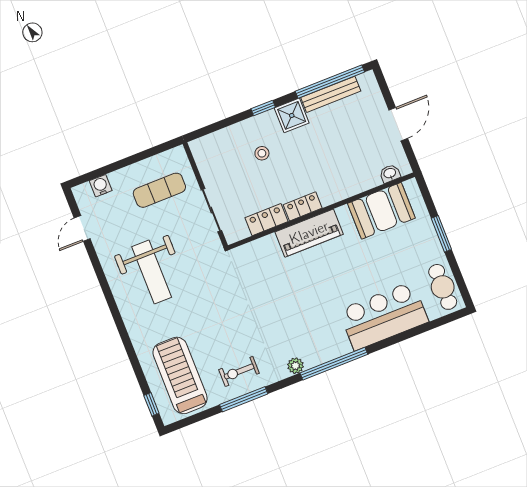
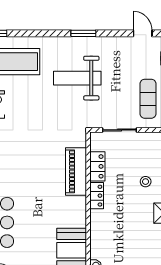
piano: (309, 233) -> (76, 171), moved
weight bench: (152, 272) -> (77, 78), moved
window: (111, 301) -> (83, 33), added

